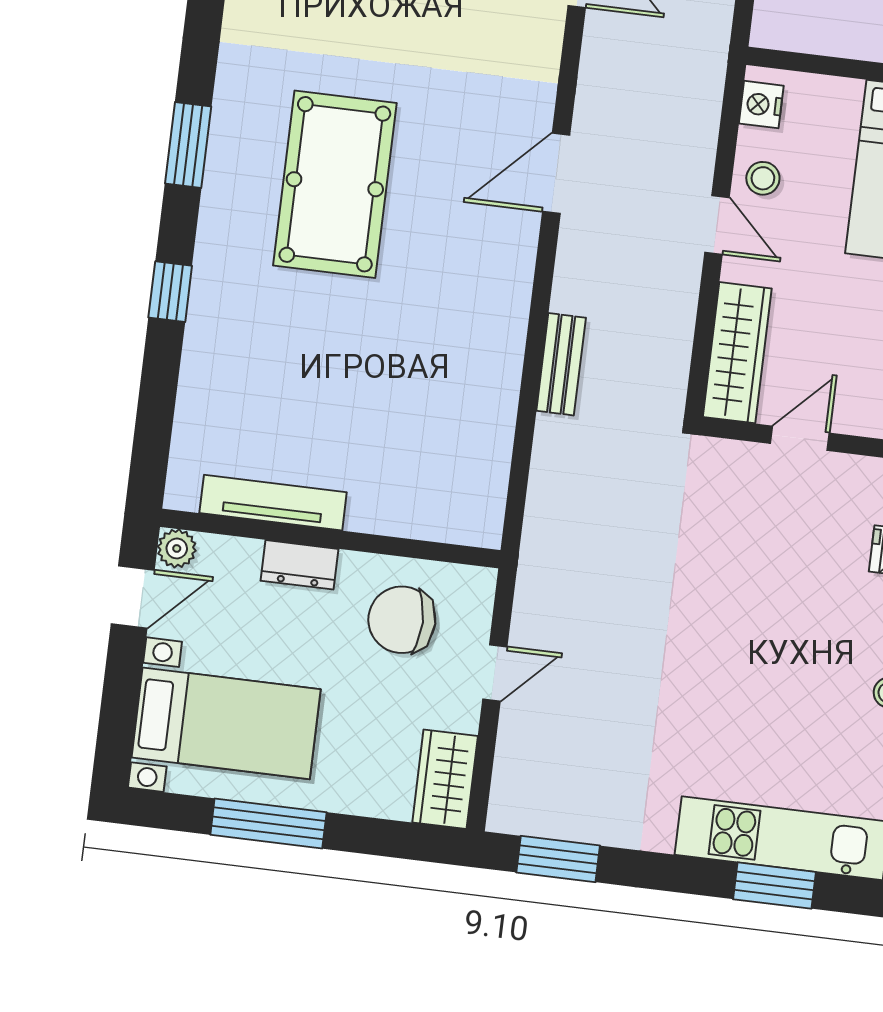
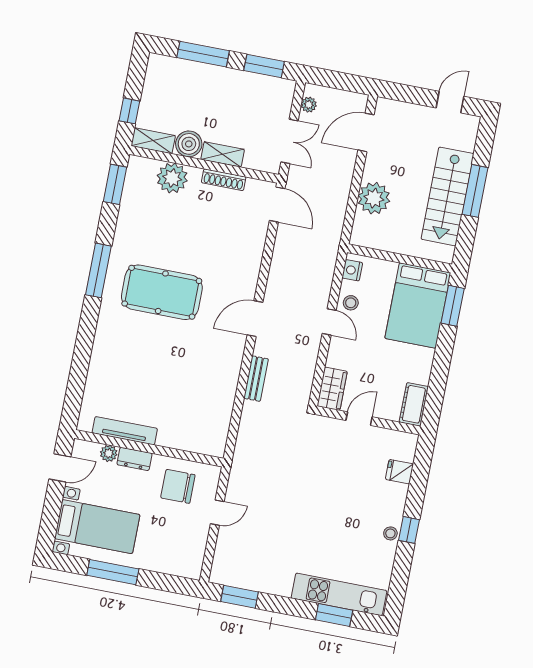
window: (188, 145) -> (98, 270), width x1.44
door: (556, 173) -> (255, 319), moved
pool table: (335, 184) -> (162, 292), turned 90
window: (170, 292) -> (86, 334), removed
wardrobe: (737, 353) -> (332, 389), width x0.67
plant: (177, 548) -> (109, 453), moved
wardrobe: (445, 779) -> (192, 558), removed

